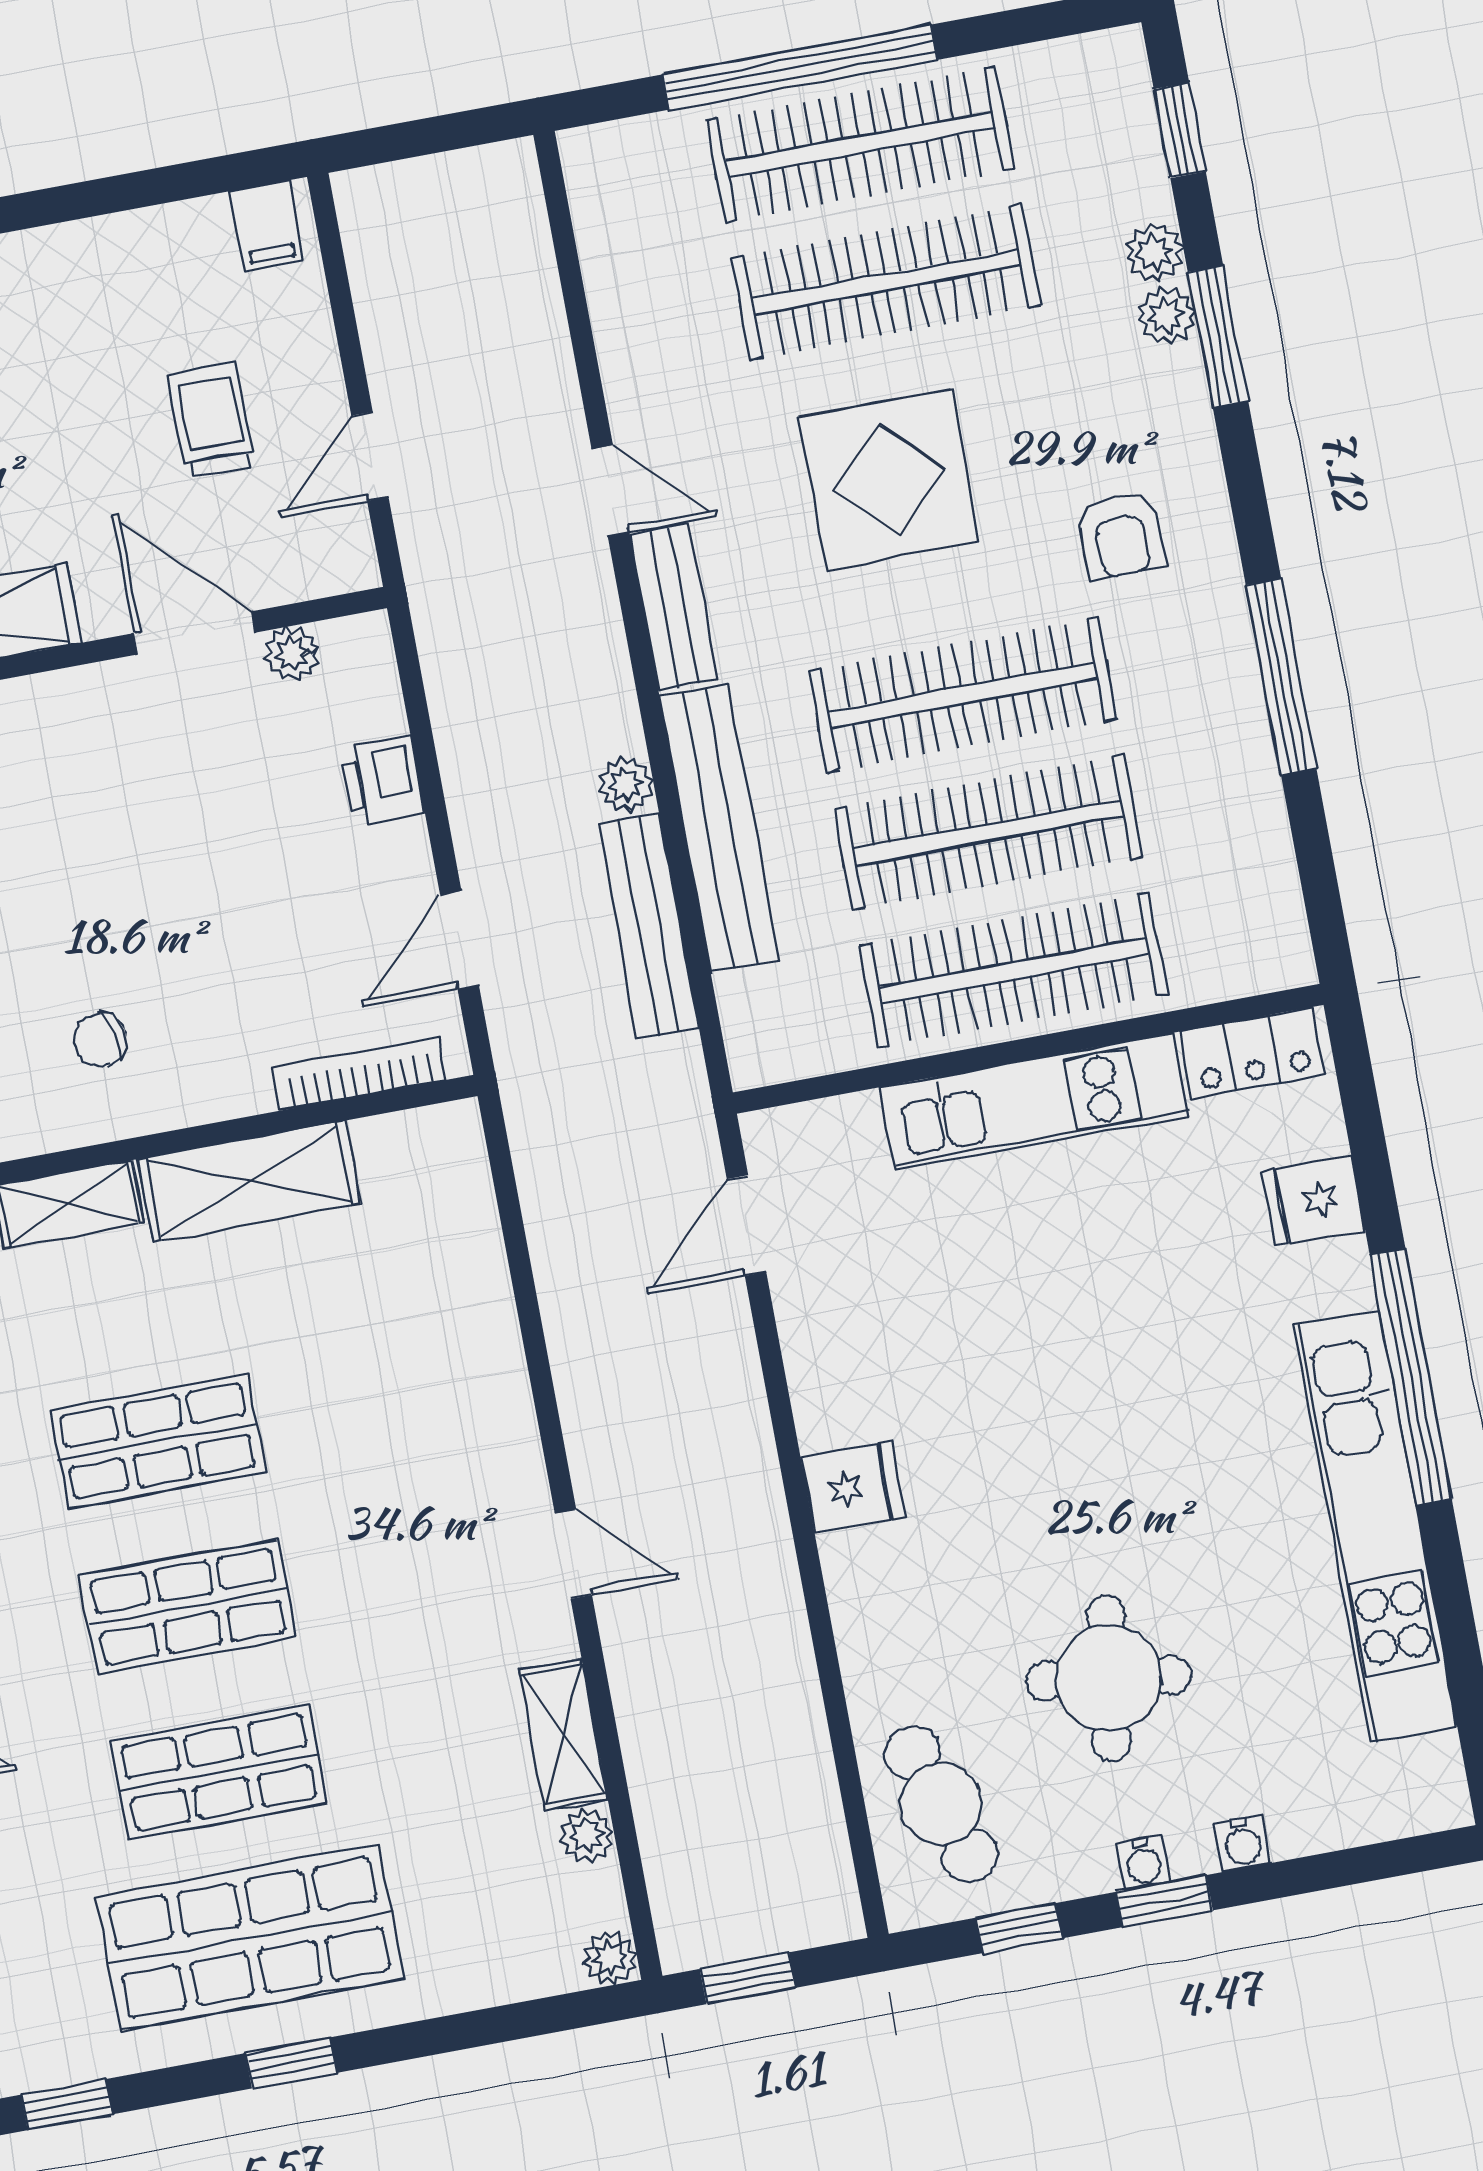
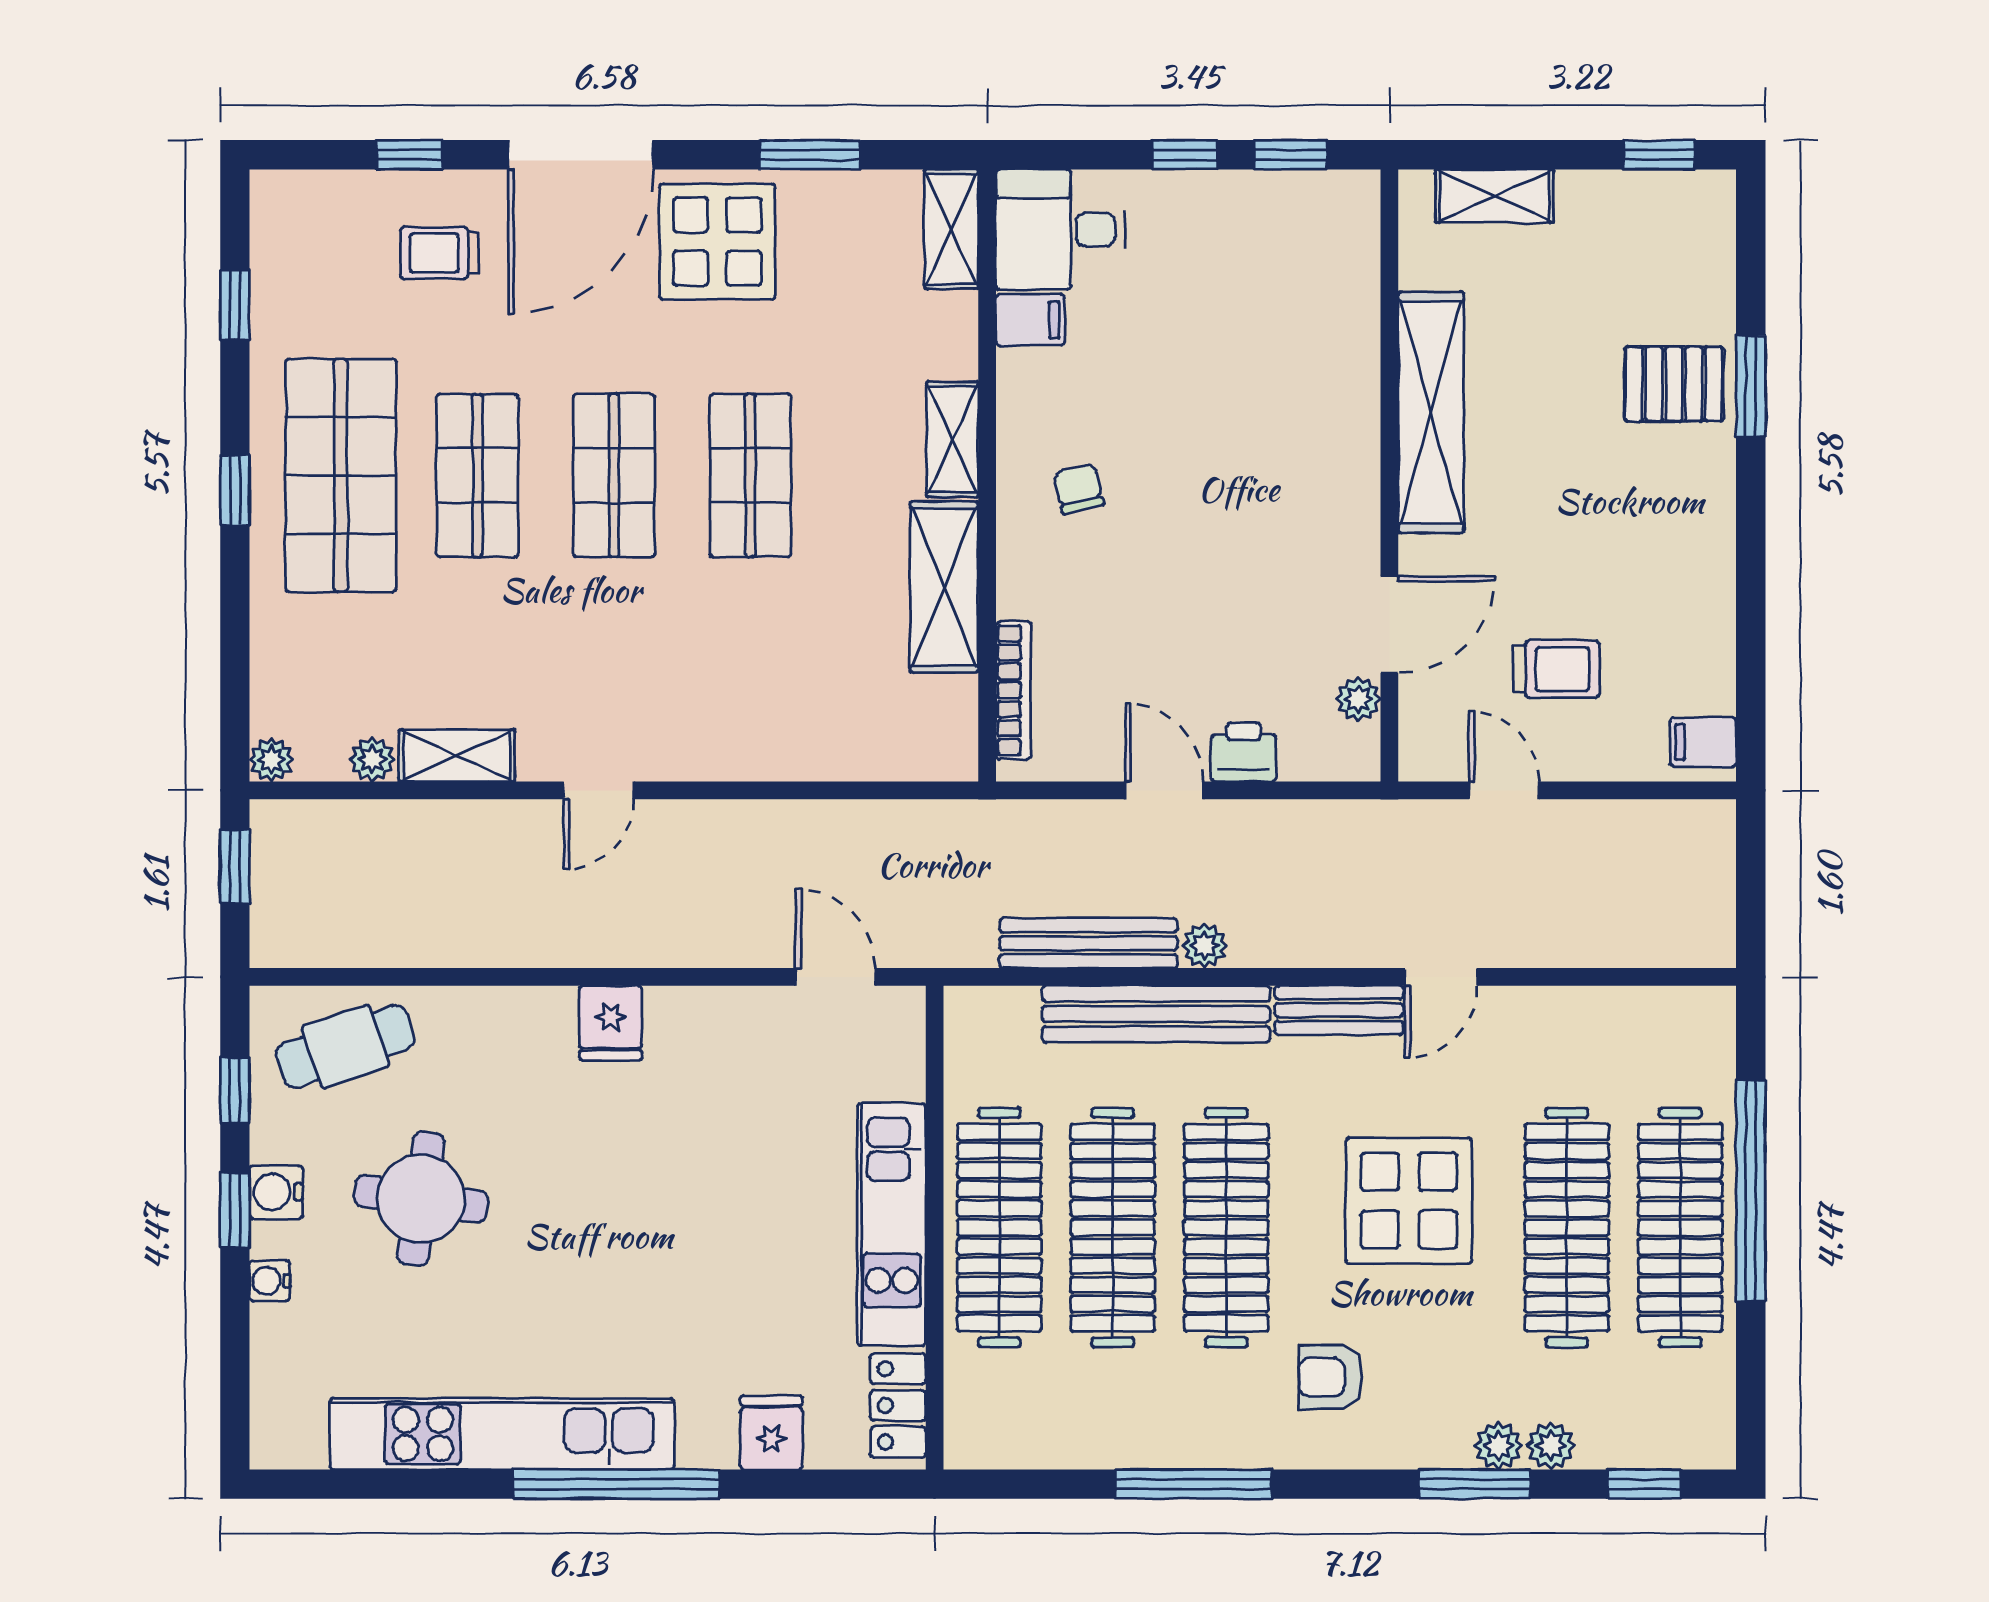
door: (460, 940) -> (1164, 790), moved
water cooler: (1144, 1862) -> (276, 1192), width x1.38, depth x1.38

